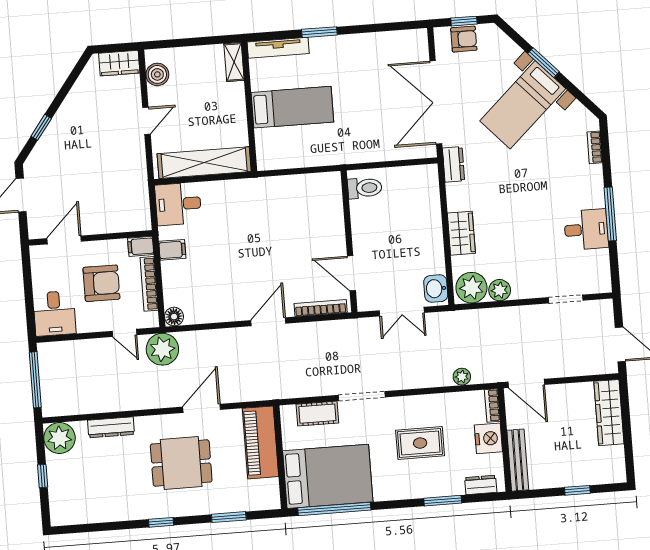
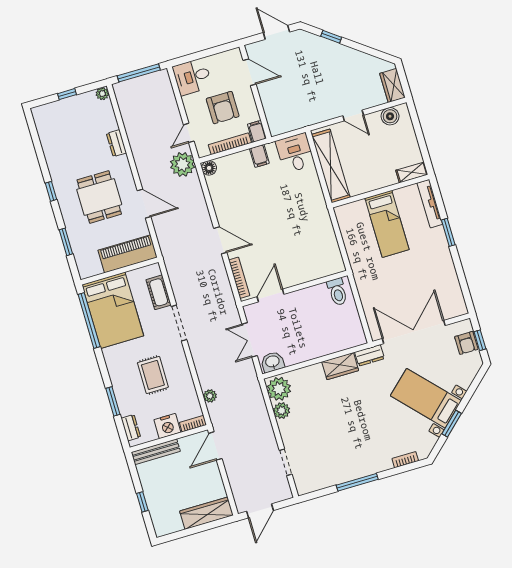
window: (544, 63) -> (452, 424), moved
desk: (586, 229) -> (342, 466), removed
wardrobe: (461, 233) -> (340, 366), moved
dresser: (111, 427) -> (116, 143), width x0.70
plant: (59, 438) -> (102, 94), width x0.53, depth x0.53

